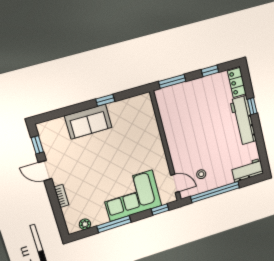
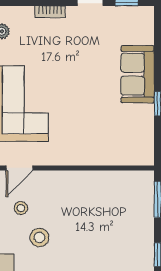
stool: (218, 156) -> (39, 237), added

